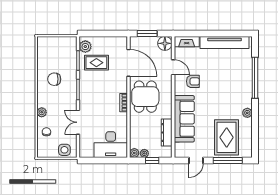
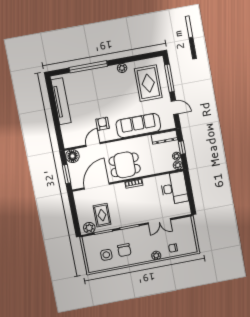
fireplace: (187, 42) -> (67, 136), removed
dresser: (167, 133) -> (164, 137), moved
rug: (227, 137) -> (148, 83), turned 90
side table: (64, 150) -> (106, 255), moved

